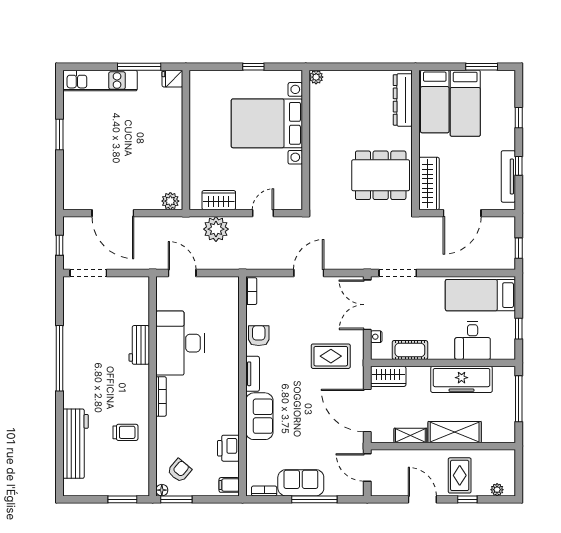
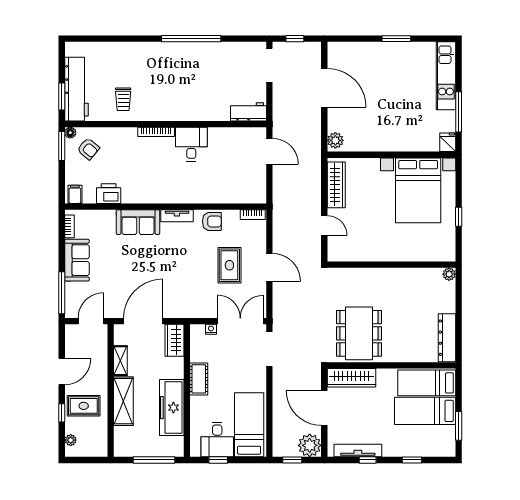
dresser: (403, 100) -> (447, 338), moved, turned -90
bed with nightstands: (267, 123) -> (418, 190), moved, turned 180
wardrobe: (219, 200) -> (336, 185), width x1.50
door: (113, 213) -> (324, 88), swing flipped
plant: (216, 229) -> (310, 445), moved
door: (182, 273) -> (269, 151), hinge flipped
desk: (473, 341) -> (217, 439), moved, turned -90
desk: (180, 343) -> (191, 144), width x0.53, depth x0.77
workbench: (139, 345) -> (248, 112), moved
cot: (410, 350) -> (199, 379), moved
rug: (331, 356) -> (229, 265), moved
workbench: (75, 444) -> (76, 89), moved, turned -90
window: (314, 499) -> (62, 293), moved

